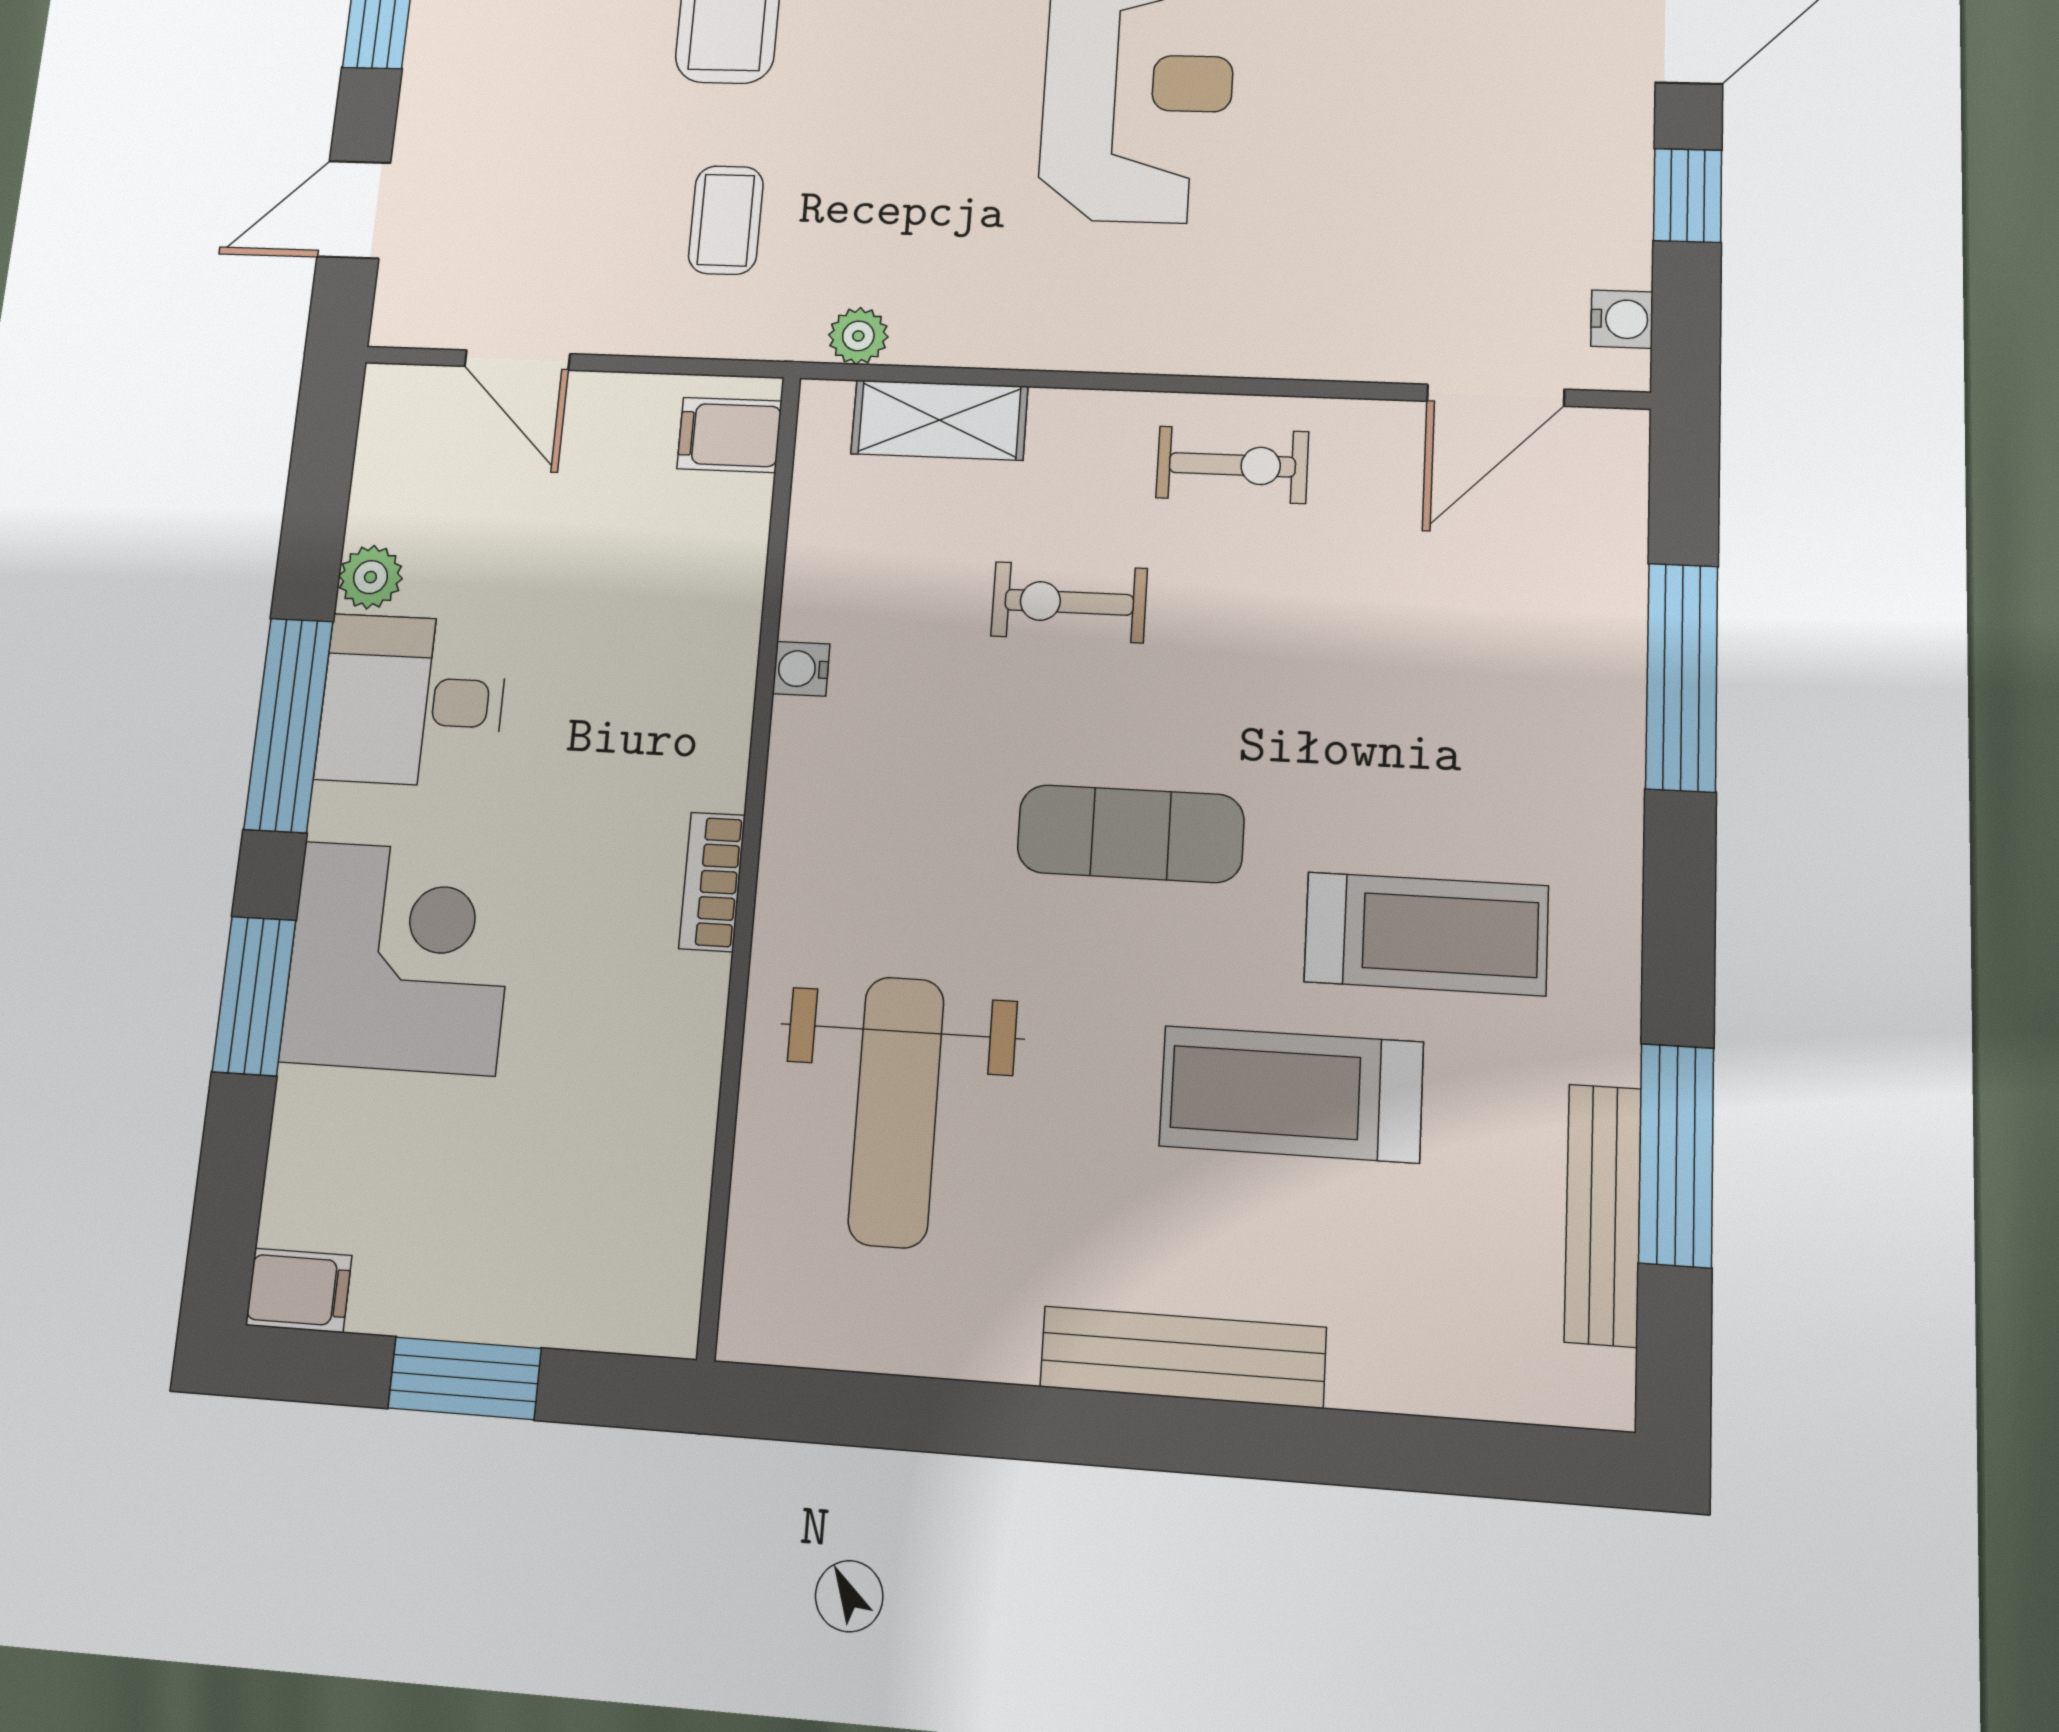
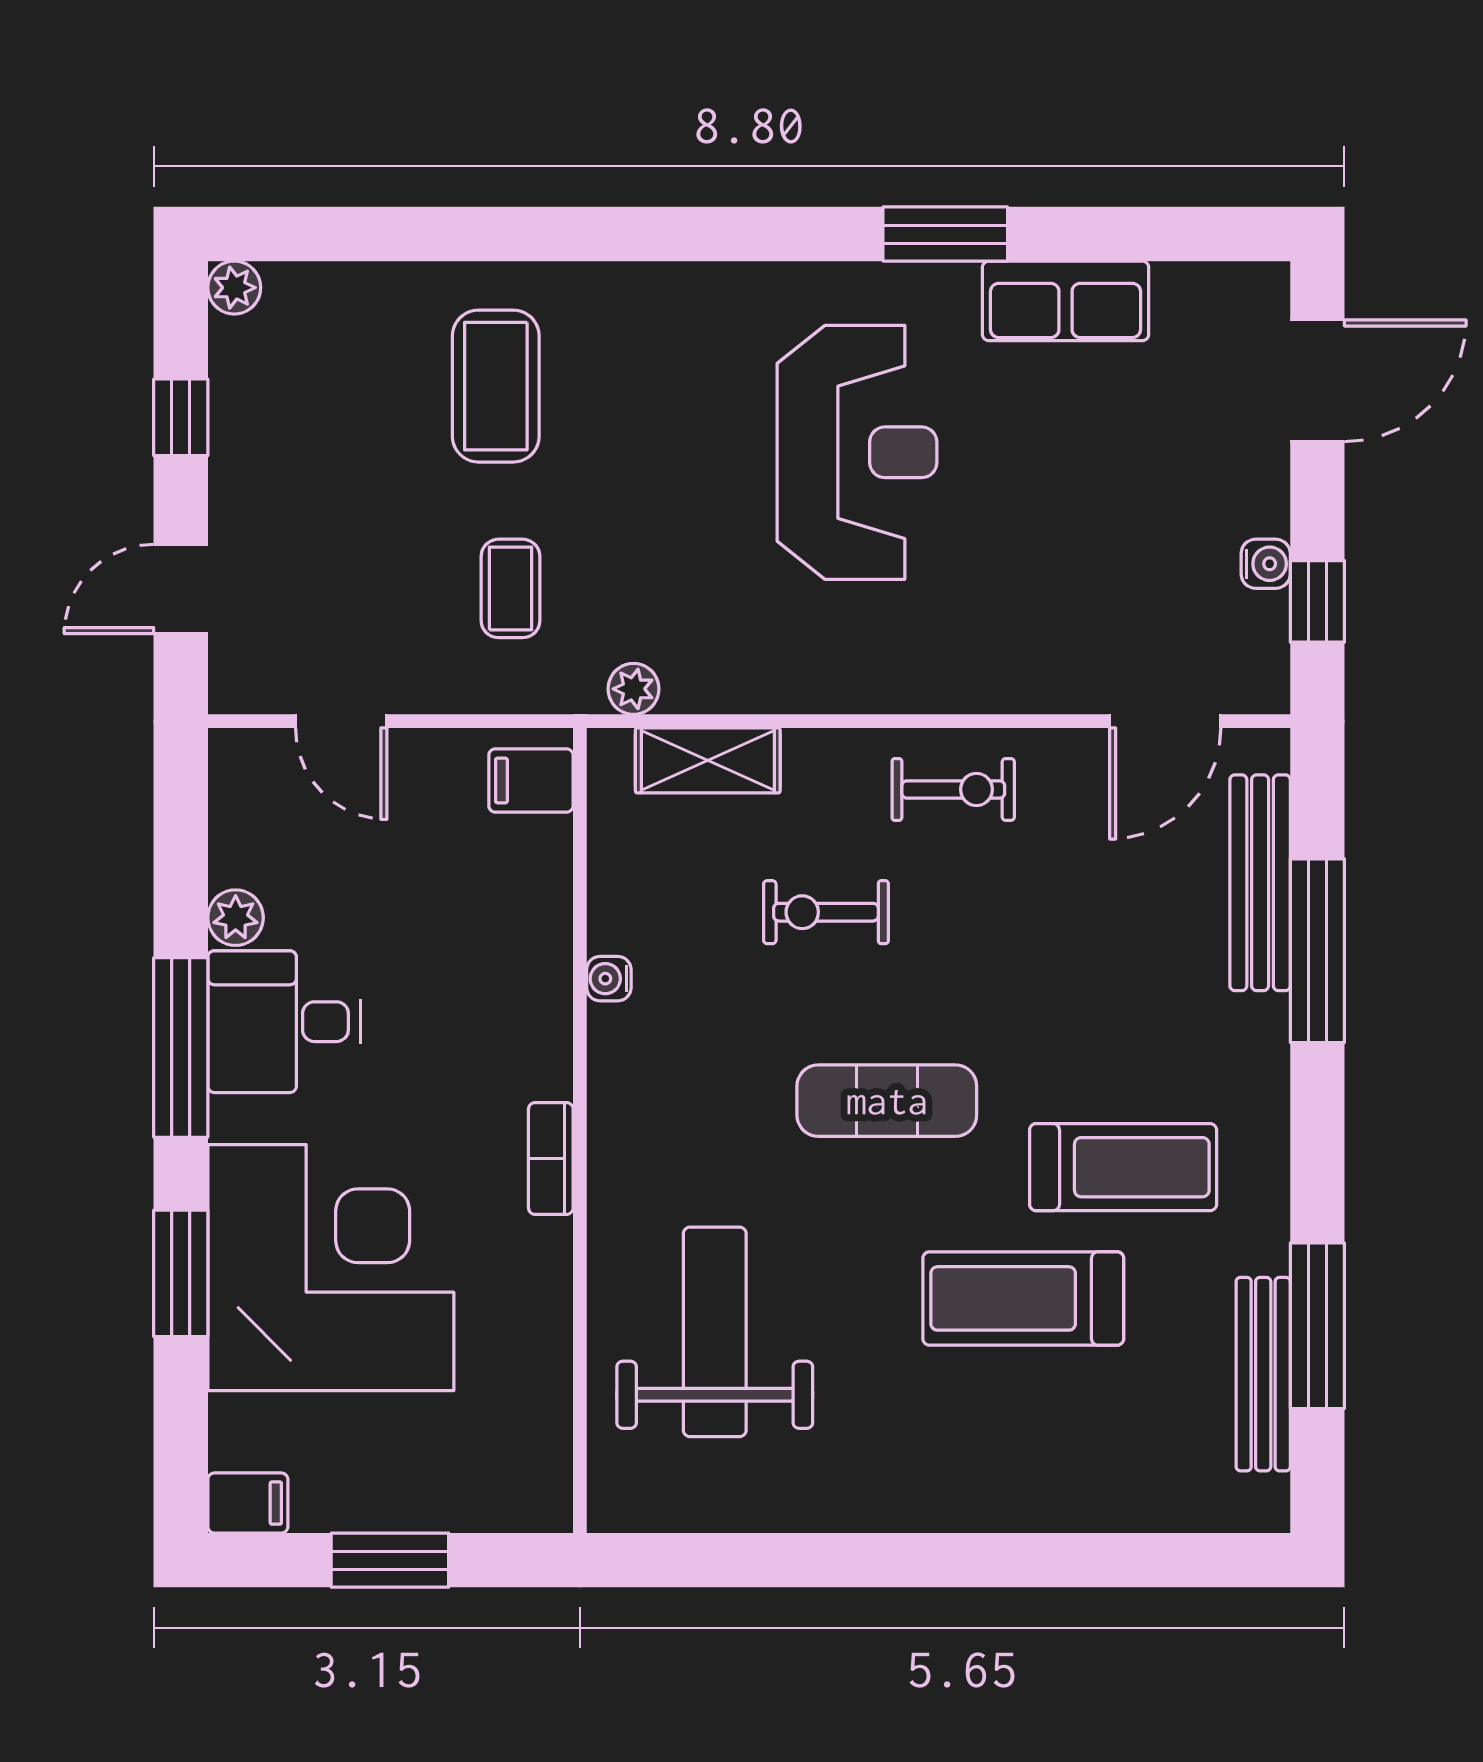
window: (1688, 195) -> (1317, 601), moved
water cooler: (1622, 319) -> (1266, 564), moved
corner desk: (399, 957) -> (331, 1268), width x1.36, depth x1.36
weight bench: (896, 1111) -> (715, 1332), turned 180
bench: (1183, 1357) -> (1260, 883), moved, turned 90

